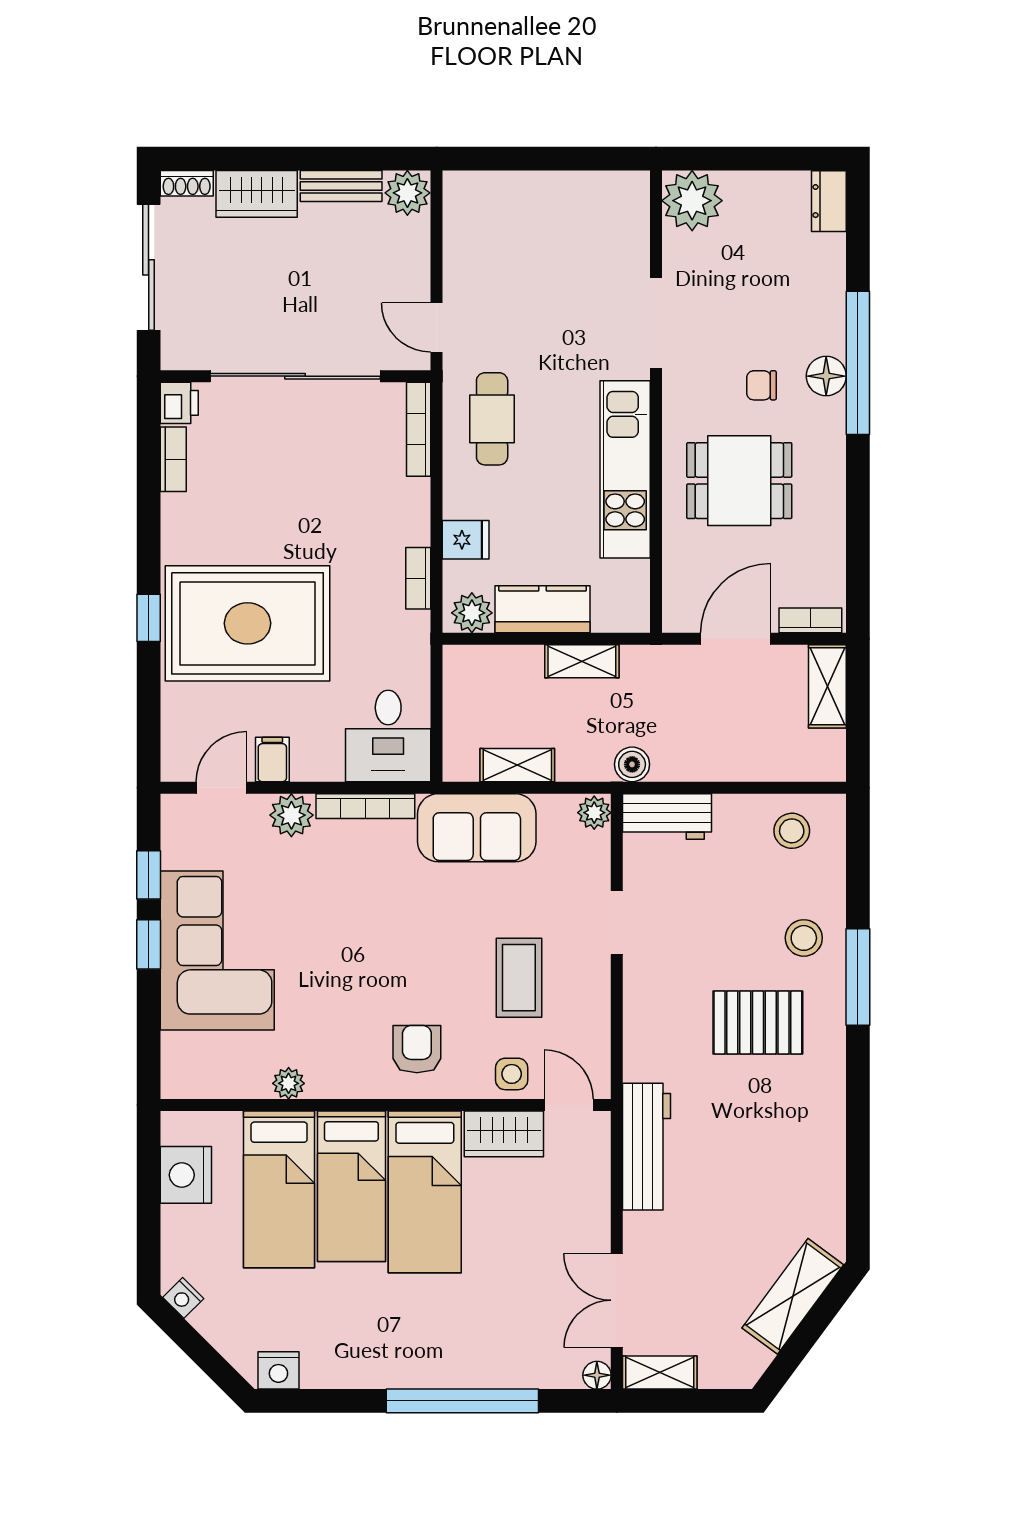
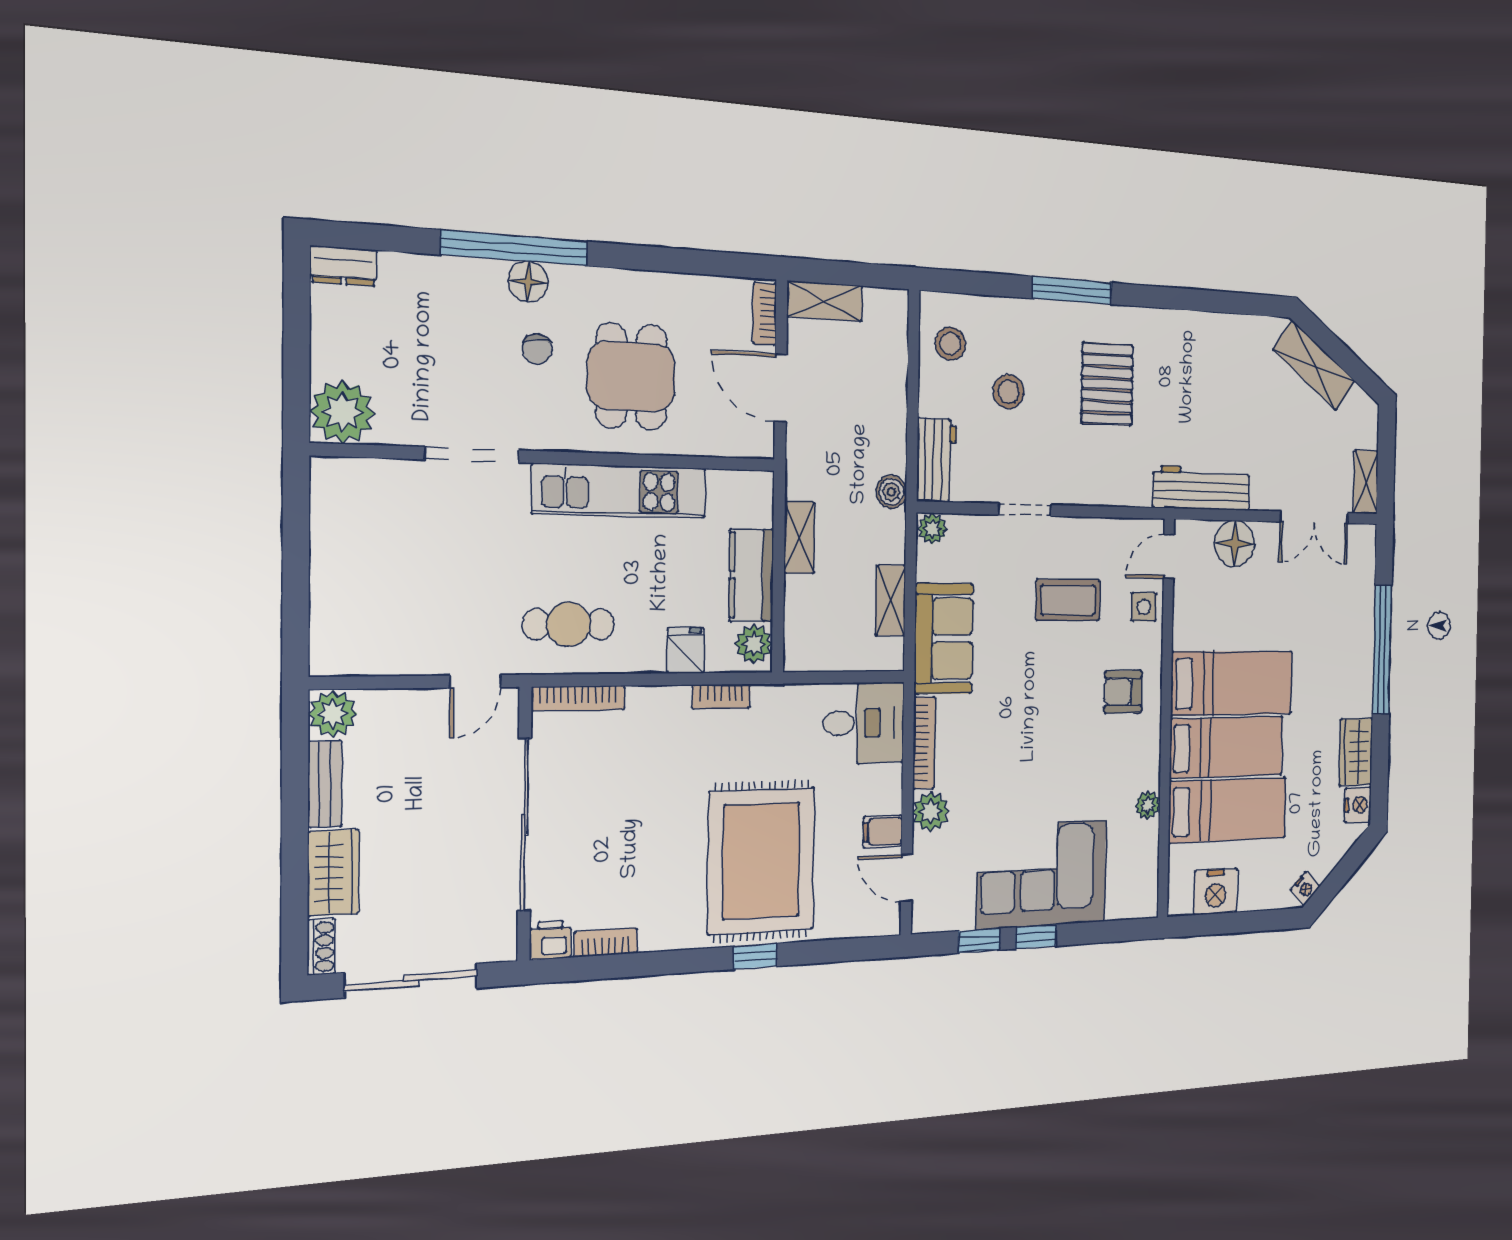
stool: (804, 938) -> (1008, 392), moved
wardrobe: (504, 1134) -> (1356, 752), moved, turned 180
floor lamp: (597, 1375) -> (1235, 544), moved, width x1.89, depth x1.89

